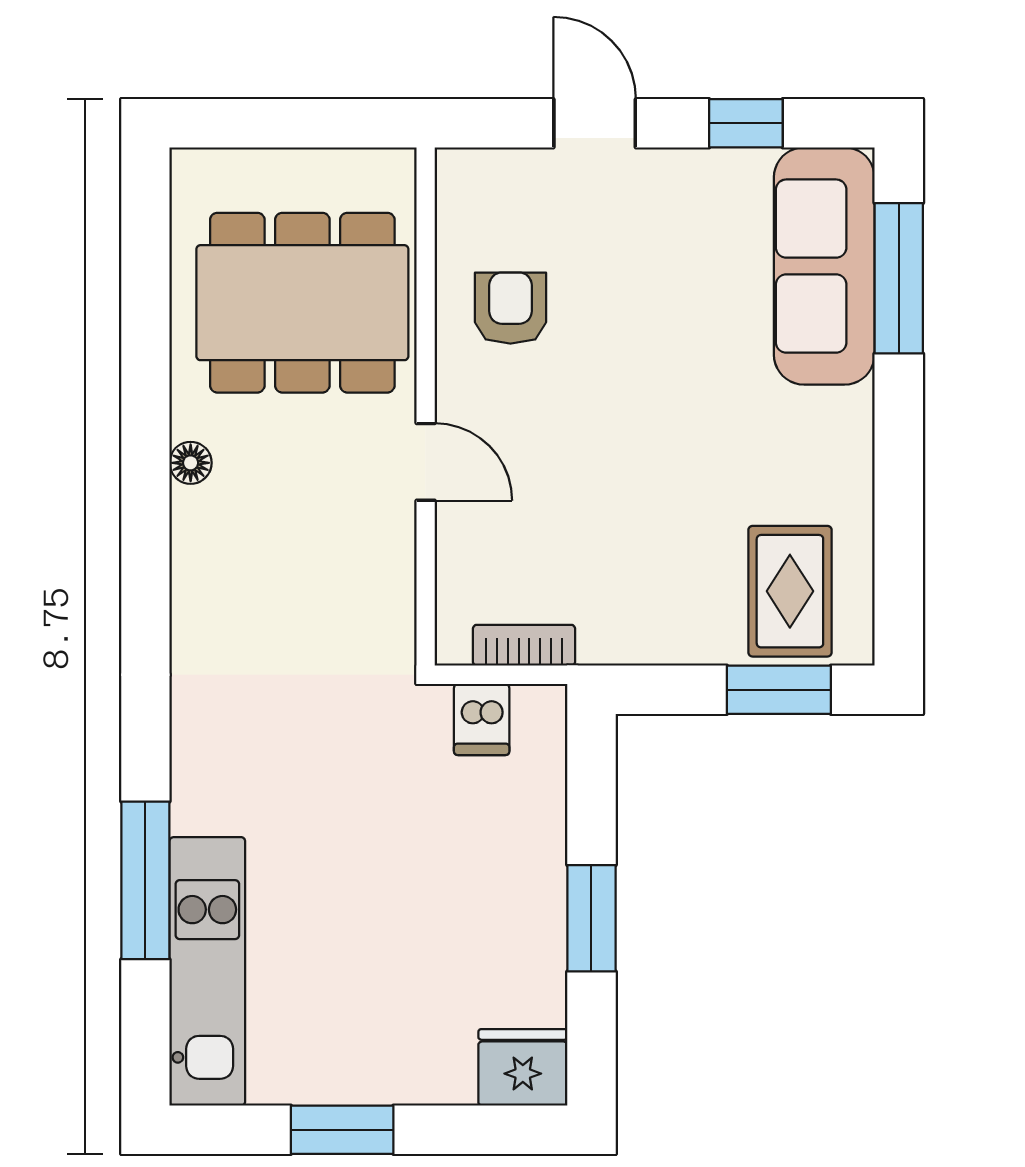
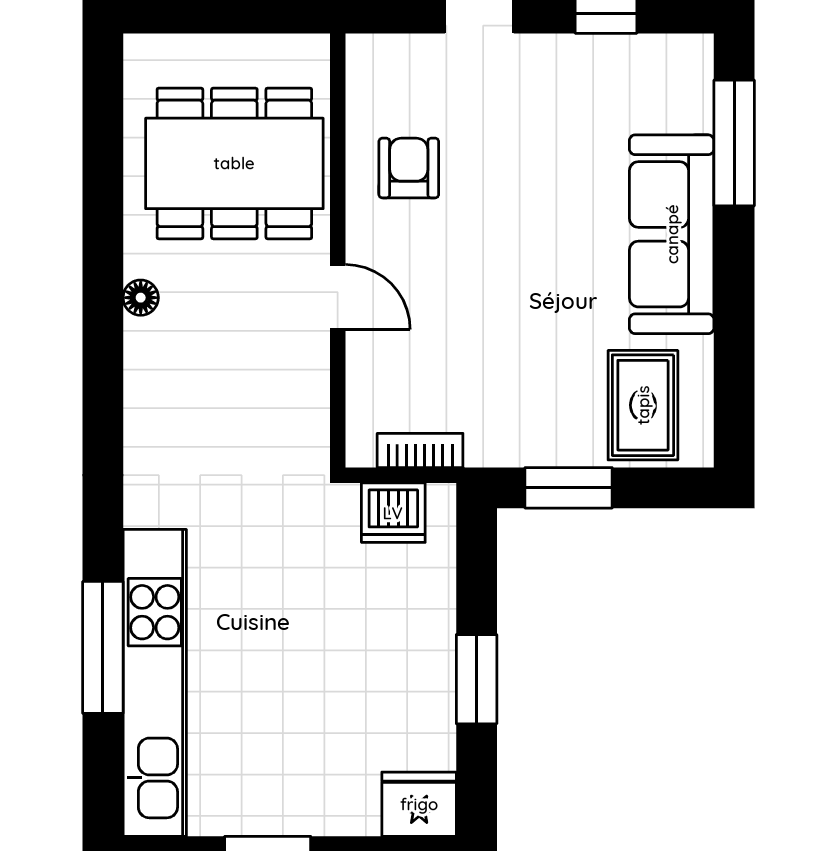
sofa: (824, 266) -> (672, 234), moved
window: (779, 690) -> (569, 488), moved
dishwasher: (482, 719) -> (393, 513), width x1.38
kitchen unit: (207, 971) -> (155, 683), width x1.36

